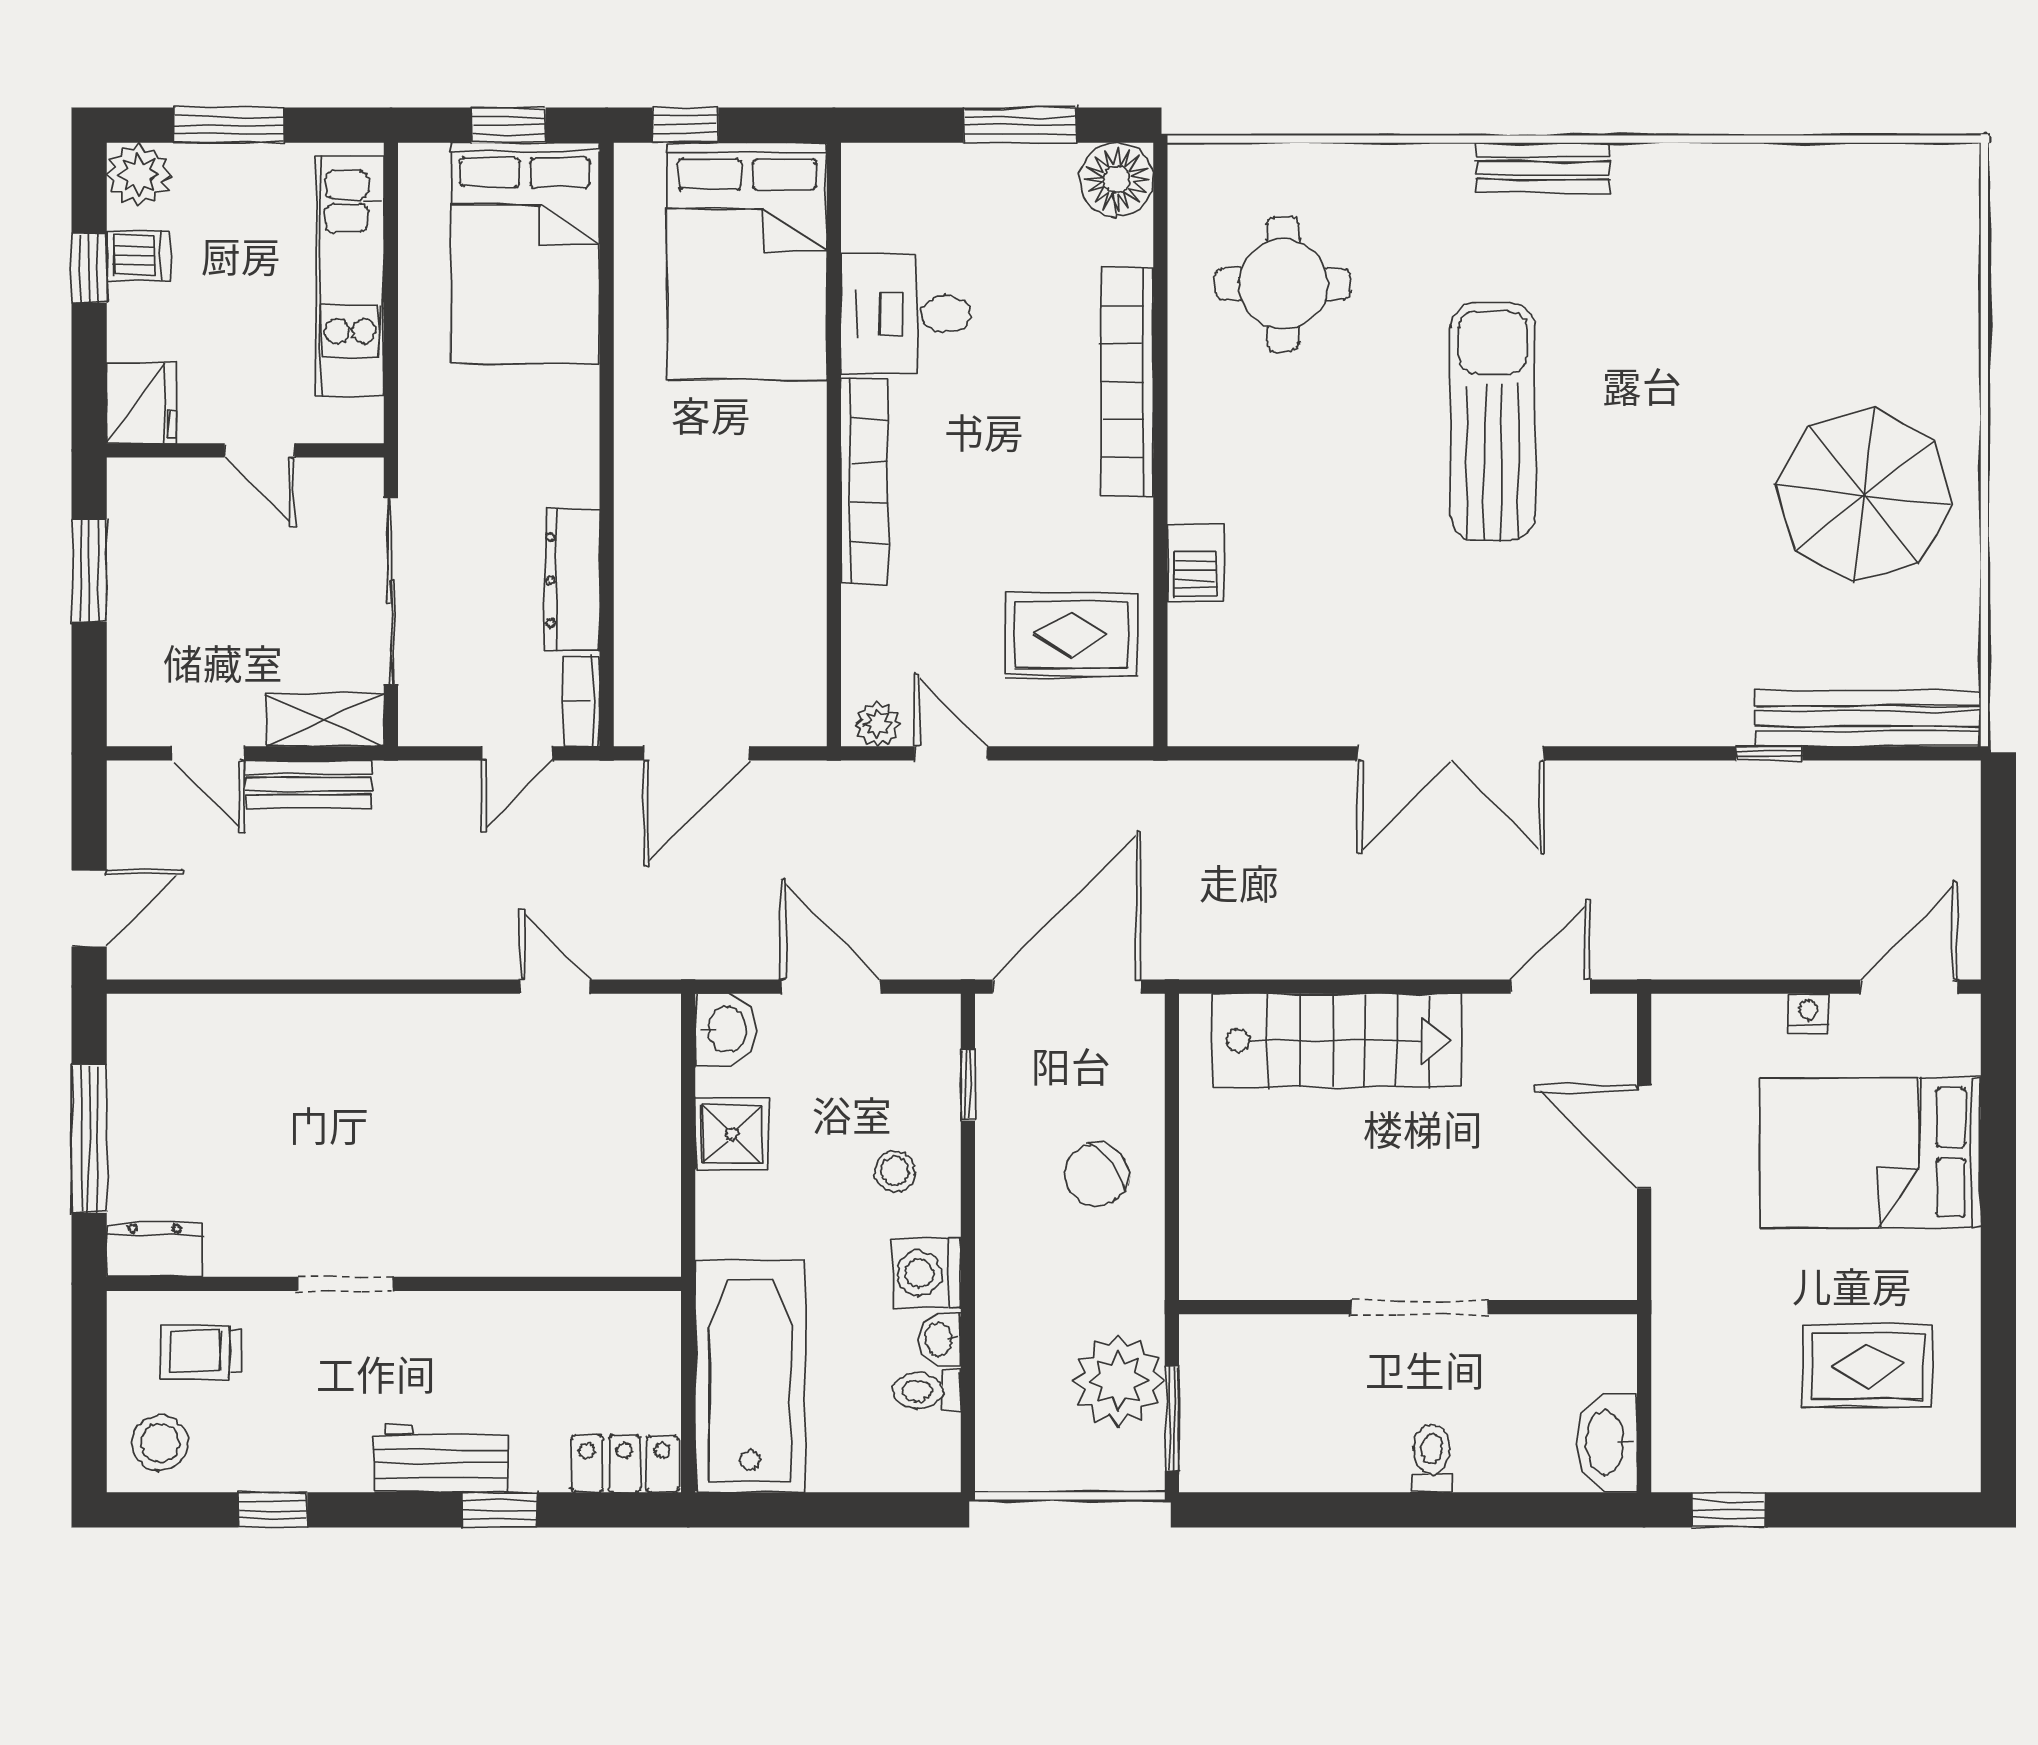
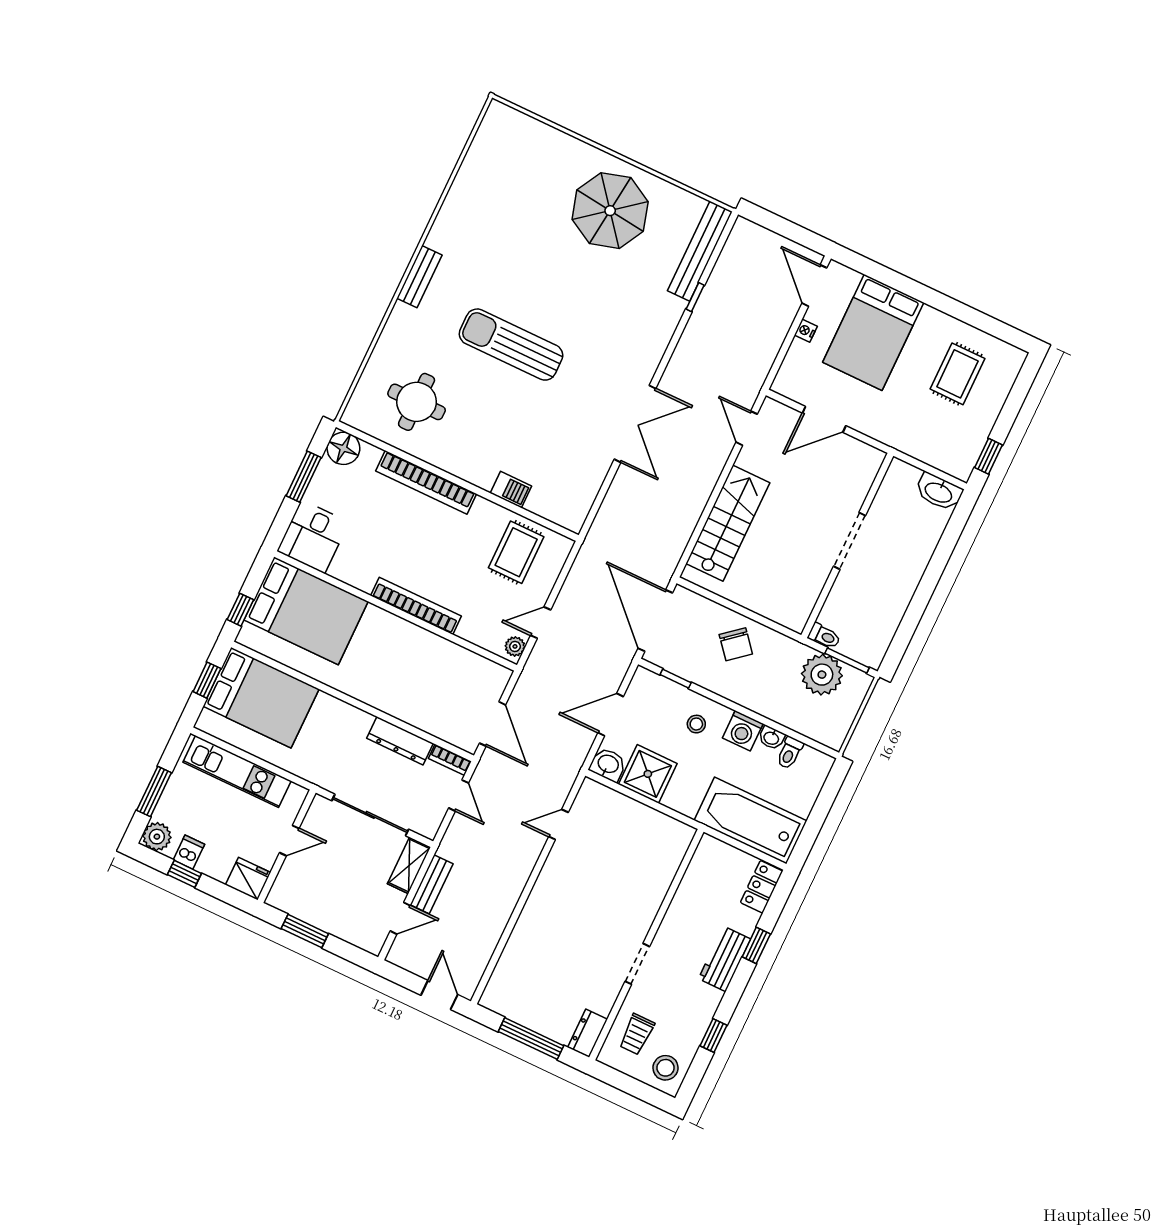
desk: (906, 314) -> (313, 537), moved
shower: (732, 1134) -> (648, 774), width x1.36, depth x1.36
toilet: (1432, 1458) -> (824, 636), moved, turned 180

